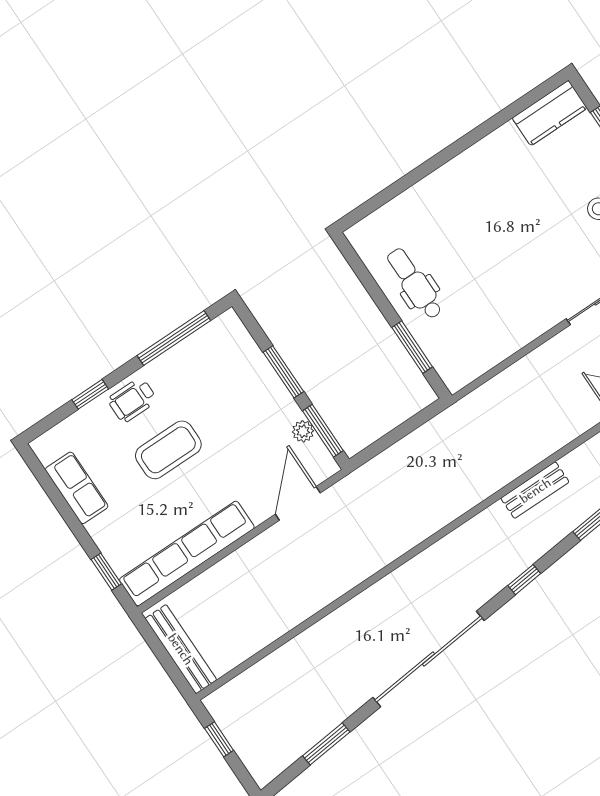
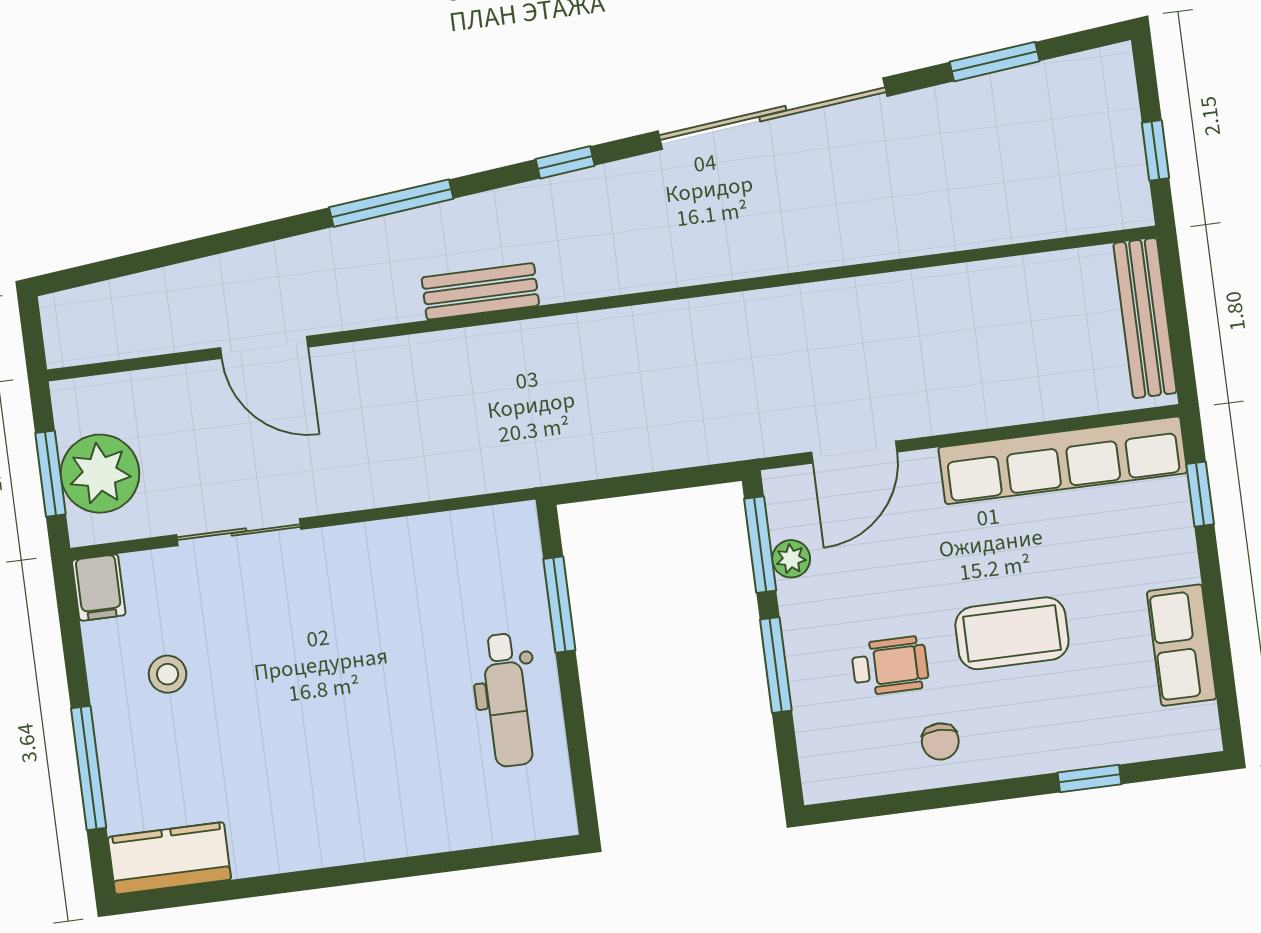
window: (174, 338) -> (918, 801), removed
chair: (178, 375) -> (940, 741), added
wheelchair: (132, 400) -> (890, 666), moved

